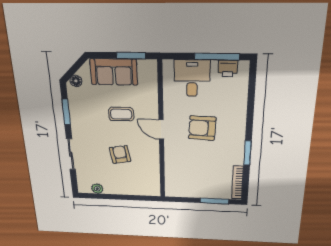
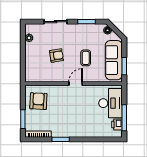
sofa: (114, 72) -> (114, 60), width x1.36
desk: (192, 78) -> (110, 103), width x1.37
armchair: (202, 128) -> (38, 101), moved

